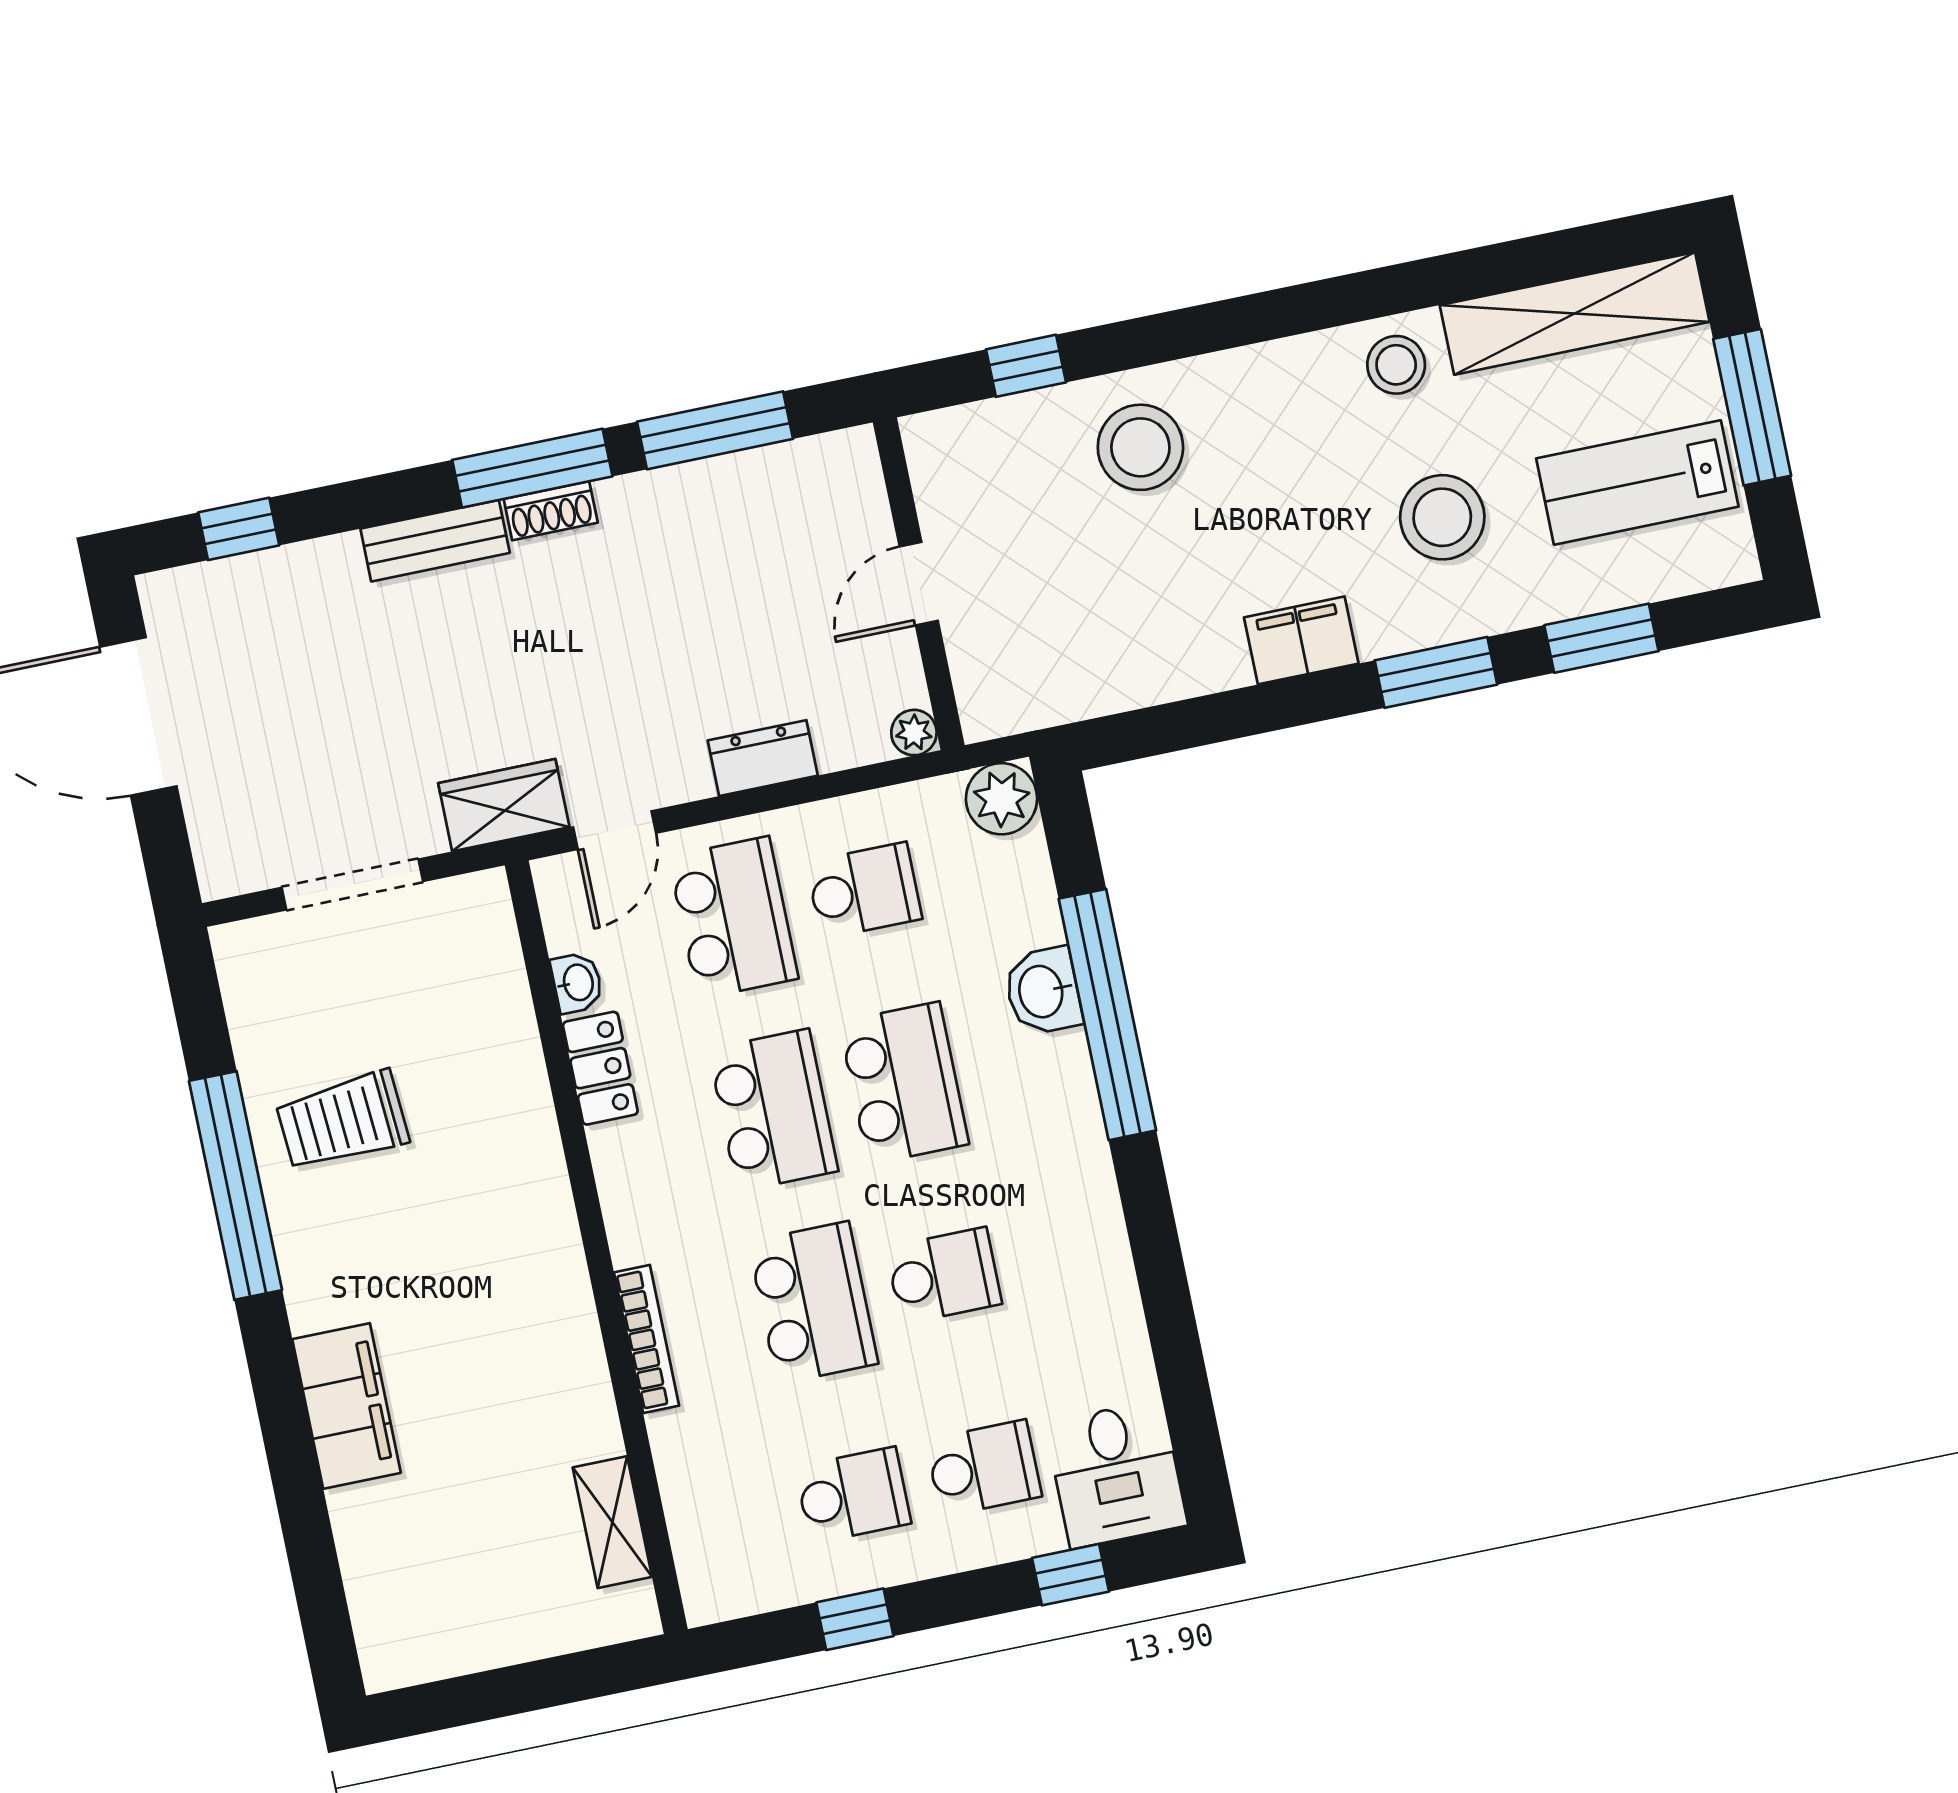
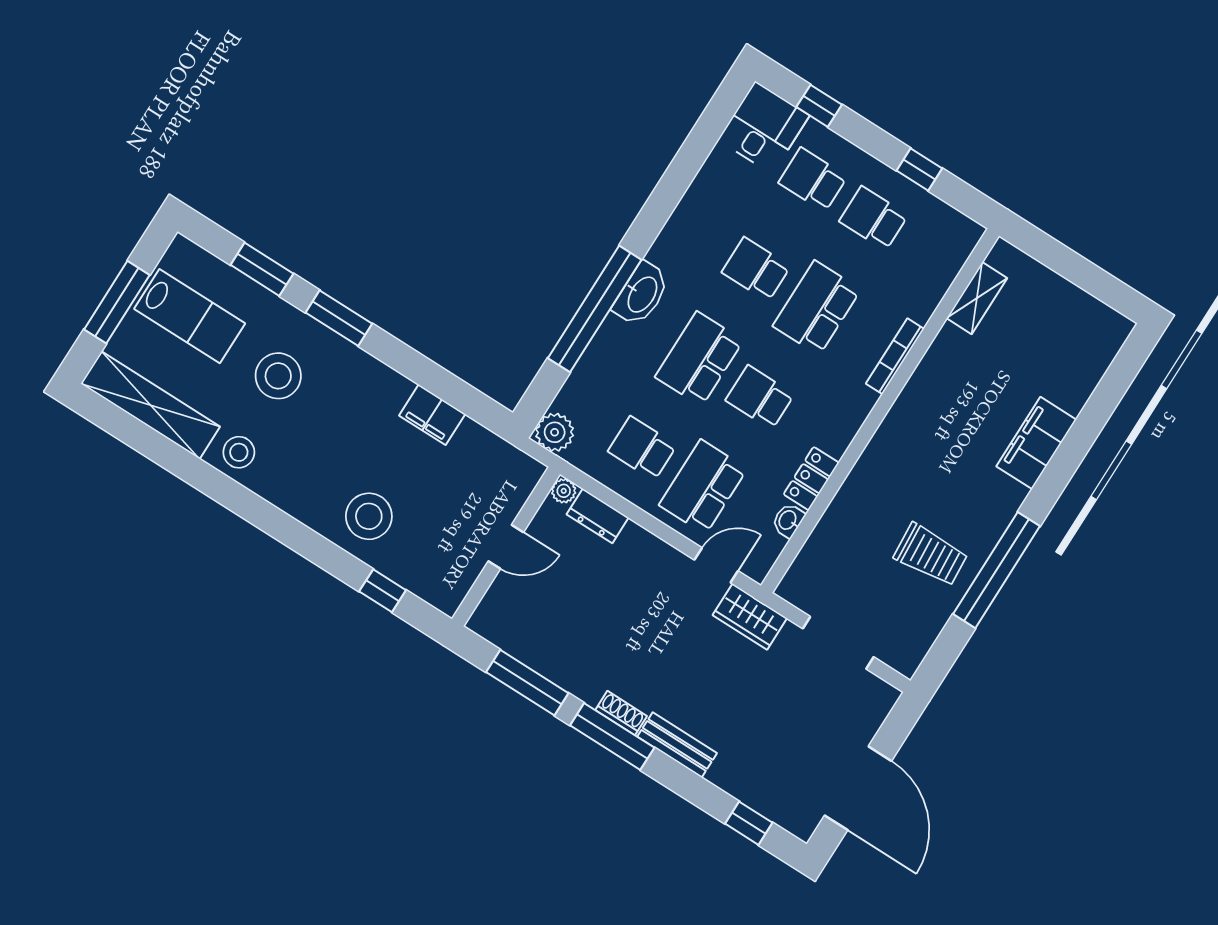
filing cabinet: (1301, 640) -> (432, 415), moved
dresser: (763, 758) -> (598, 516), moved
washbasin: (1043, 991) -> (641, 294), moved, width x1.38
school desk: (773, 1110) -> (760, 397), width x0.54

